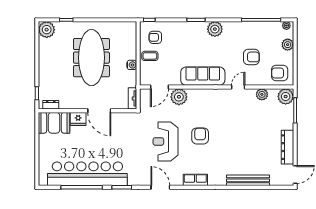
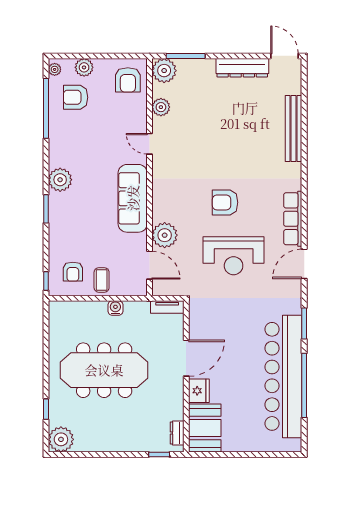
armchair: (251, 57) -> (76, 97), moved, turned -90
row of seats: (195, 180) -> (293, 219), width x1.48

